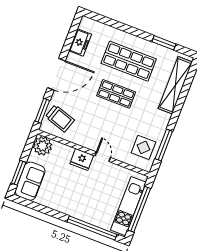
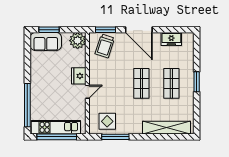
window: (164, 43) -> (197, 82), moved
shop shelf: (129, 61) -> (171, 83), width x0.70, depth x0.74

